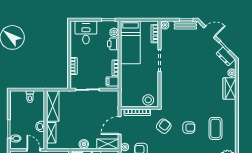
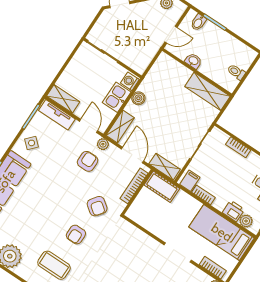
cot: (127, 96) -> (162, 187), added
stool: (148, 100) -> (140, 208), removed
shelving: (51, 133) -> (165, 167), moved

